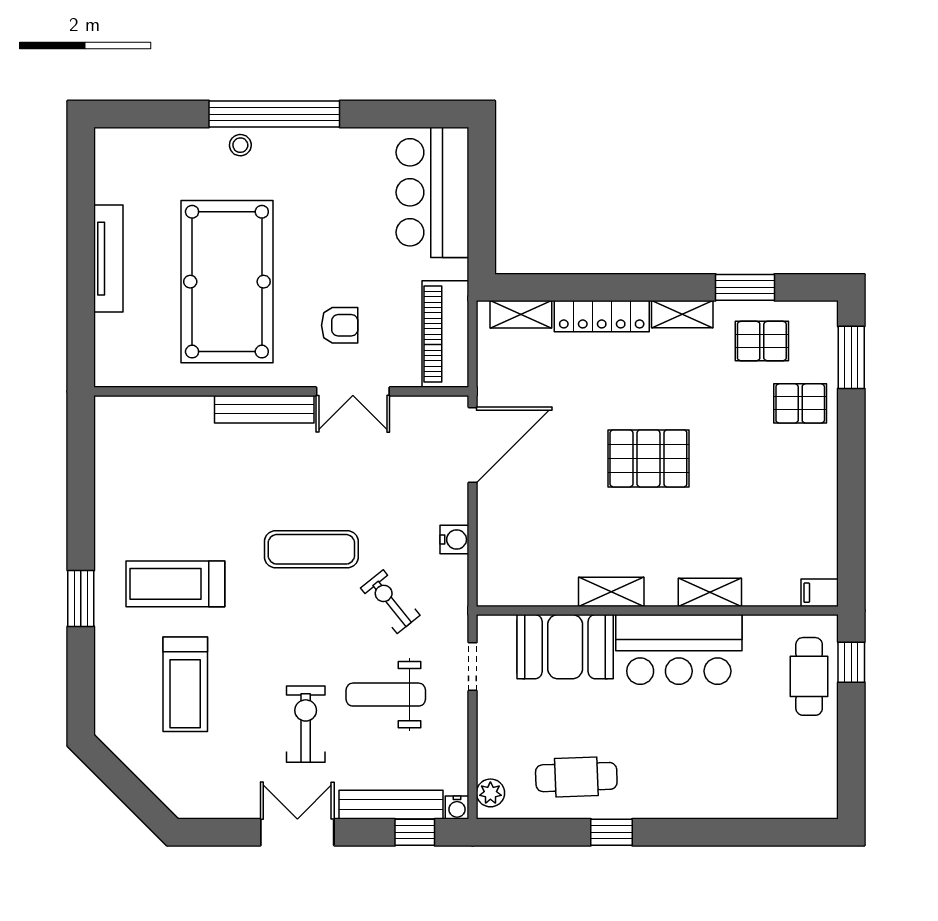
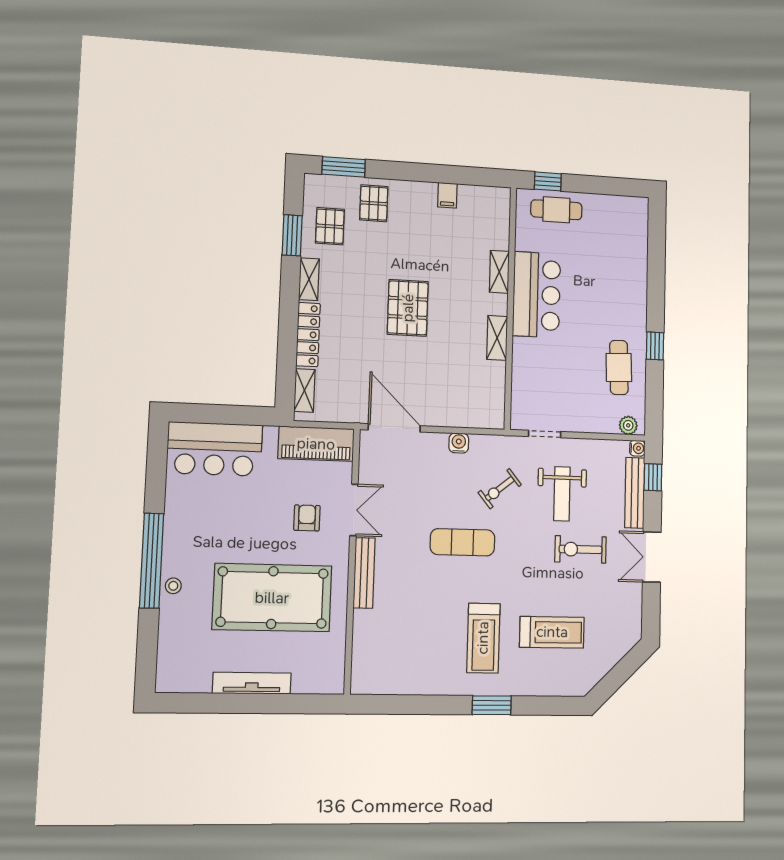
exercise mat: (311, 549) -> (462, 542), turned 90
filing cabinet: (820, 593) -> (447, 195), moved
booth: (565, 647) -> (533, 371), removed

